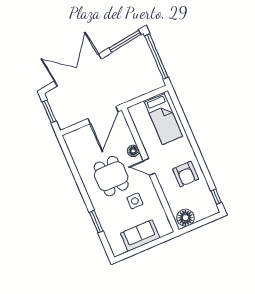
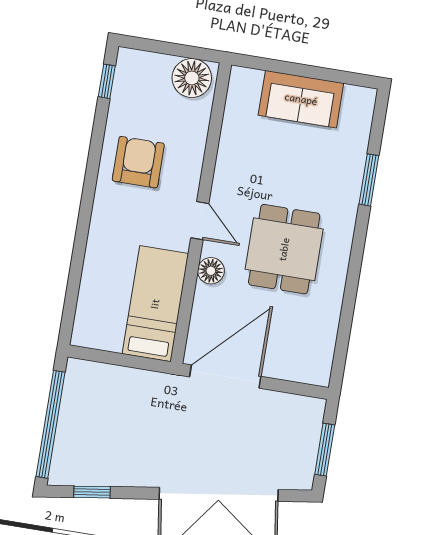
window: (125, 41) -> (92, 492), width x0.46
bed: (163, 118) -> (155, 304), moved
side table: (135, 201) -> (269, 172), removed

